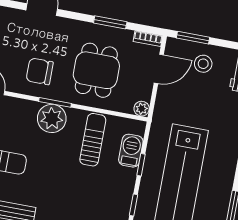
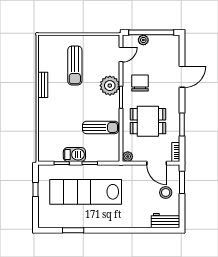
plant: (52, 118) -> (110, 86), moved
barbecue: (131, 151) -> (74, 155), moved

